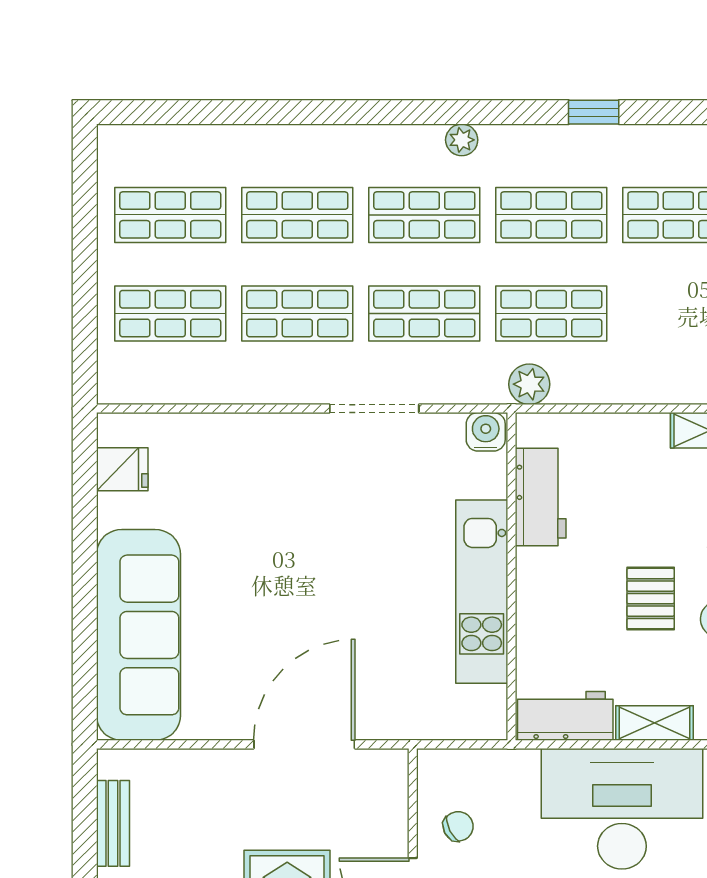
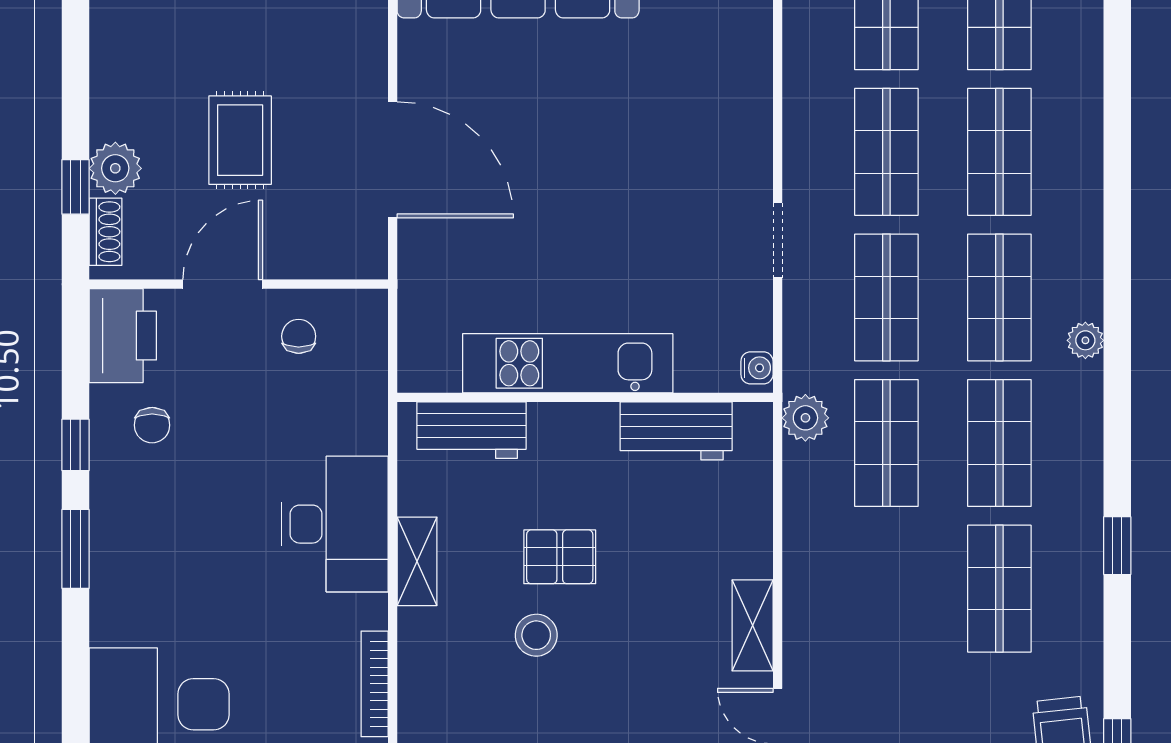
window: (594, 112) -> (1117, 546), moved
doorway: (374, 409) -> (778, 240), width x0.73
water cooler: (486, 432) -> (757, 368), width x0.72, depth x0.72
workbench: (565, 716) -> (472, 430), moved, turned 90
desk: (622, 809) -> (335, 524), width x0.73, depth x0.77
chair: (458, 826) -> (299, 336), turned -153

